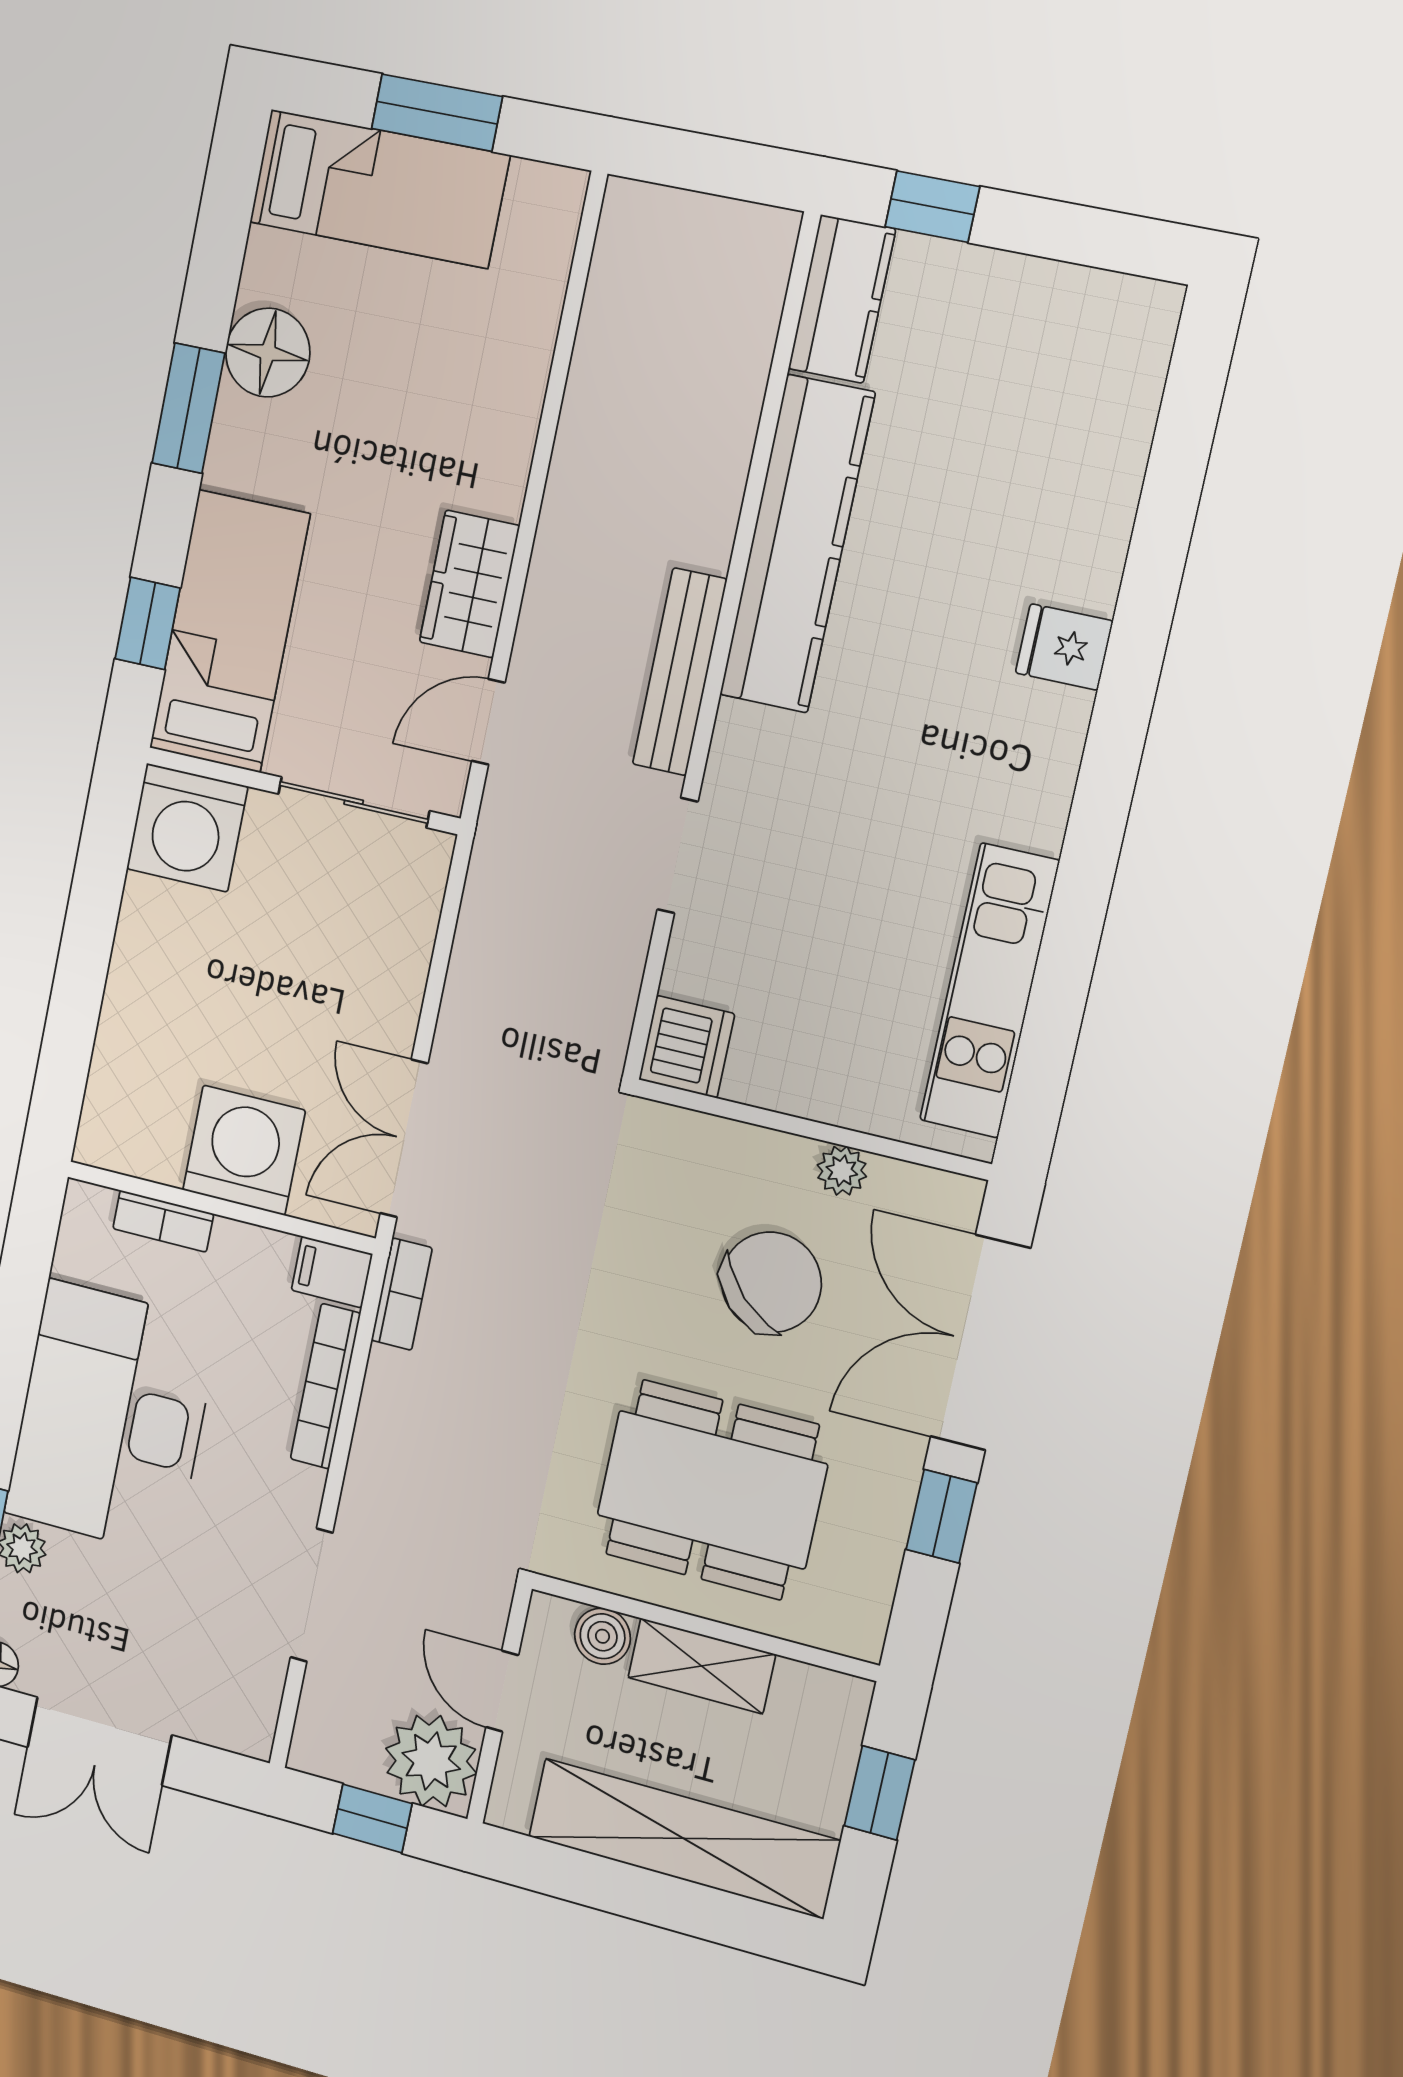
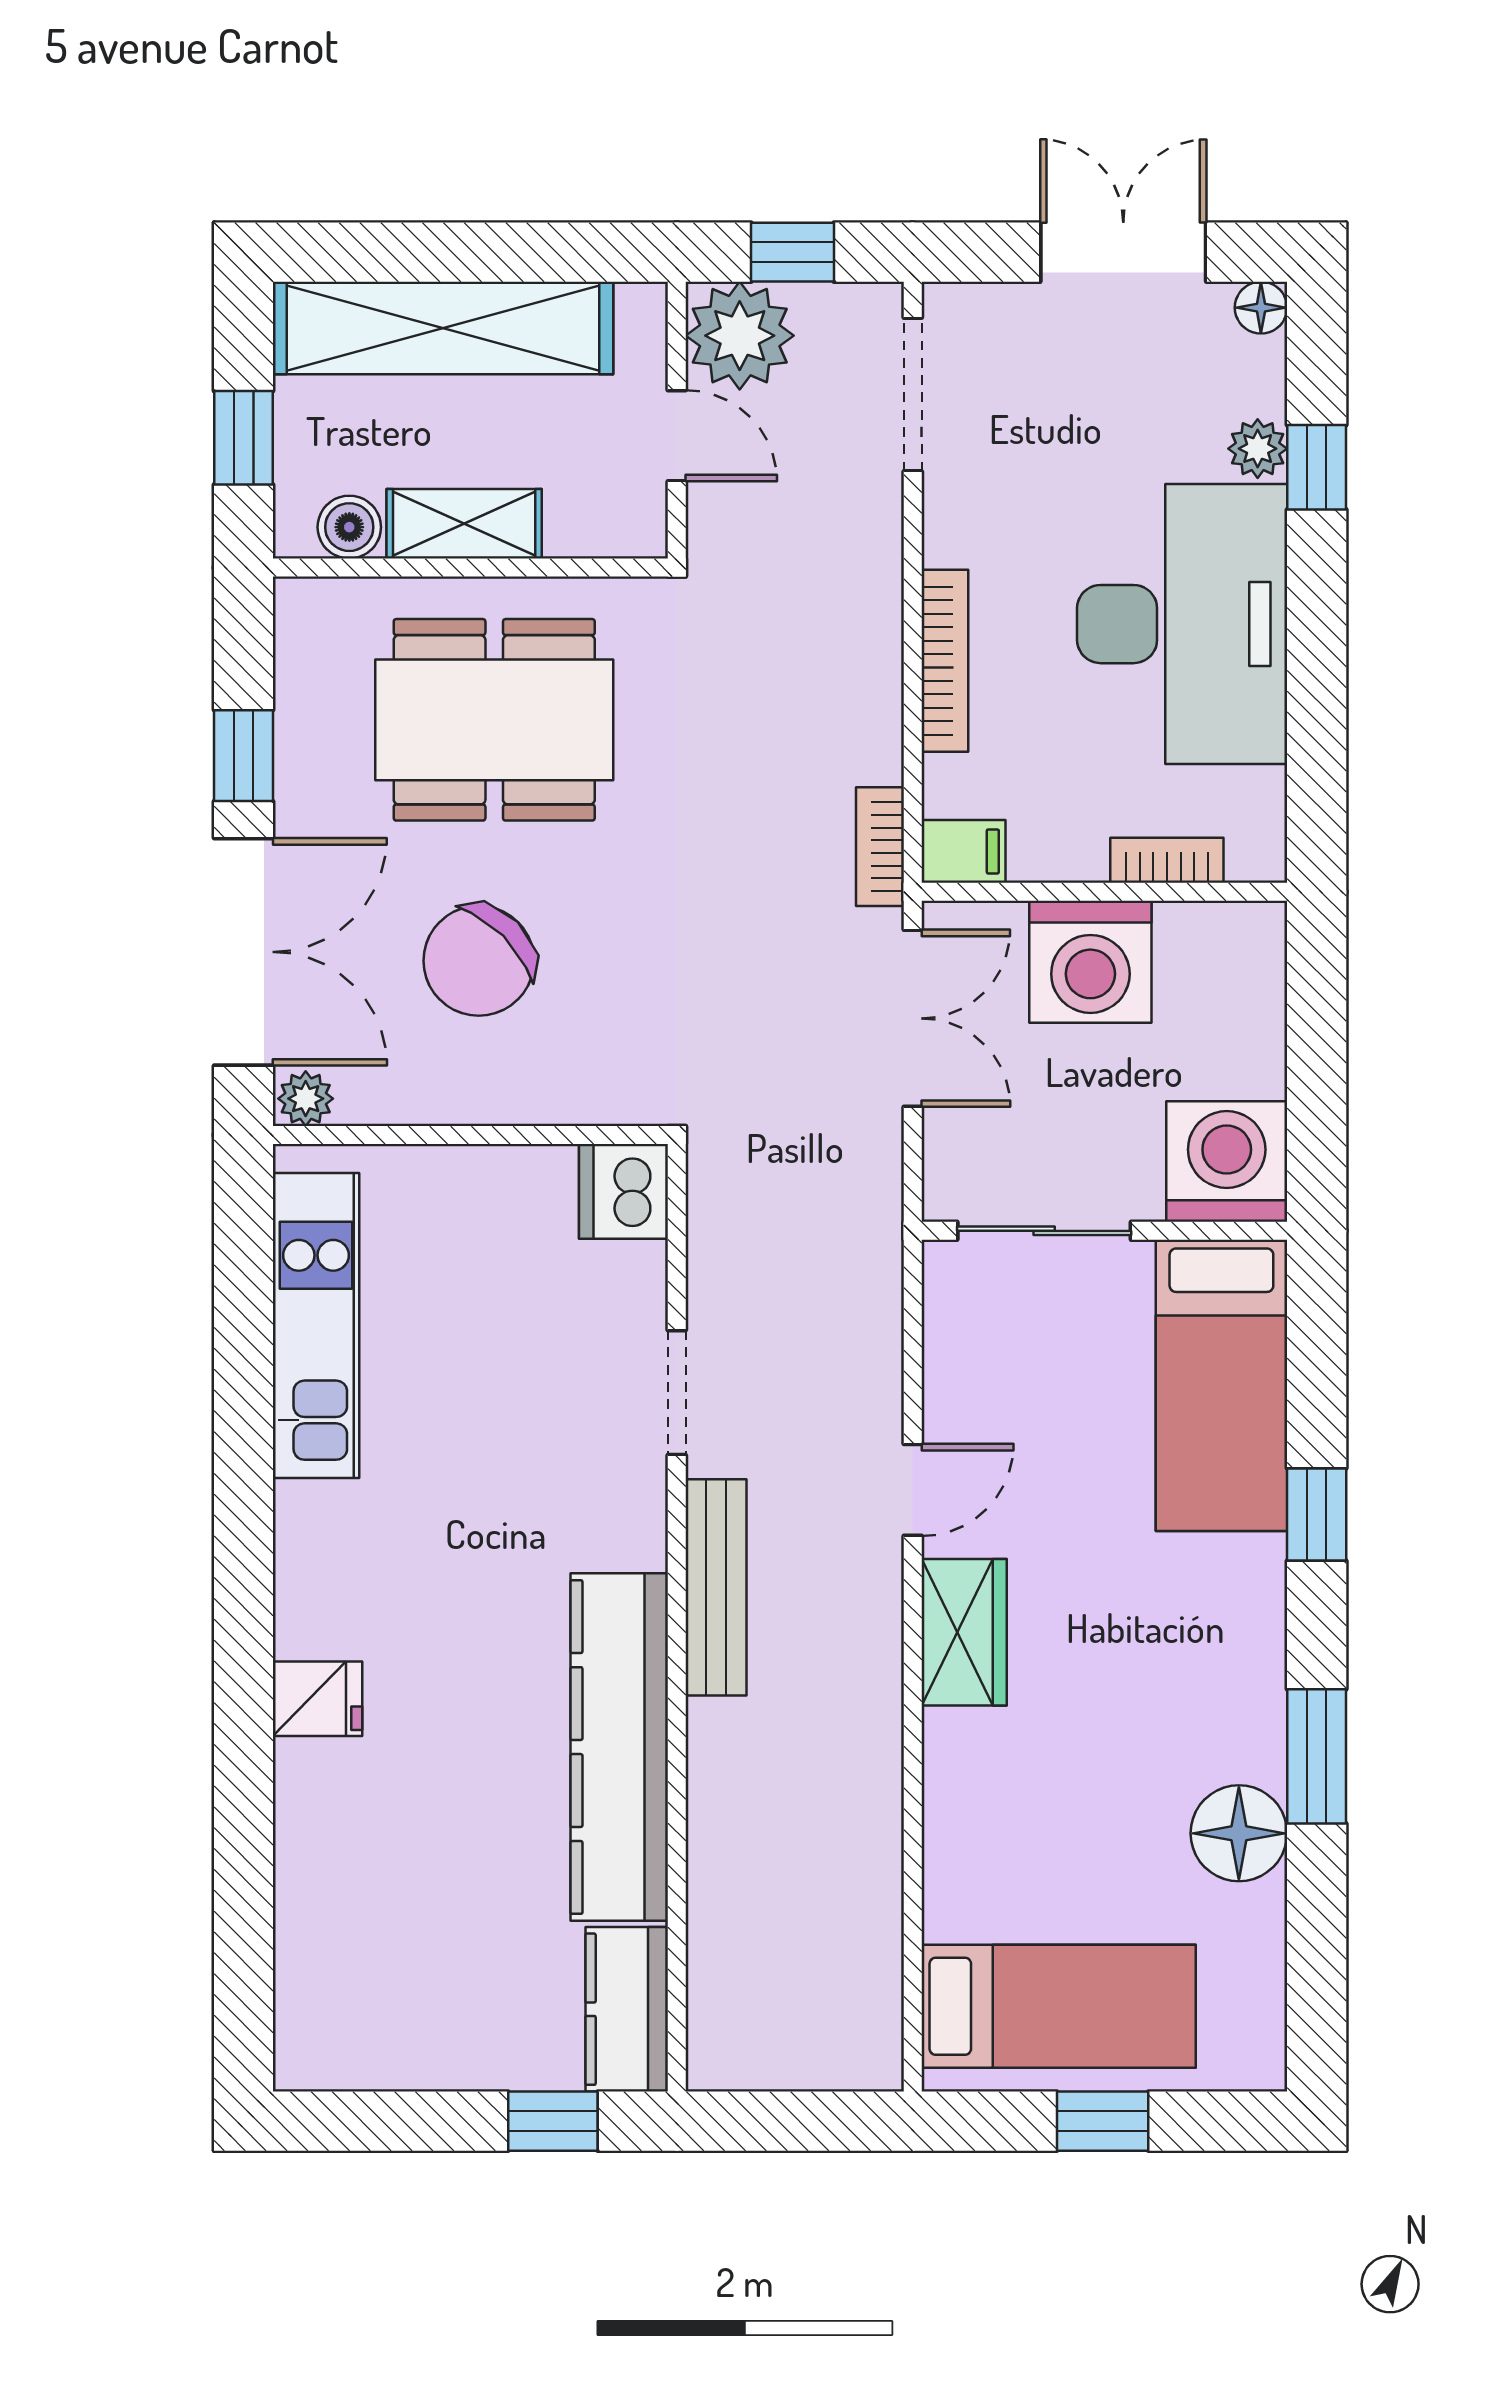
window: (437, 113) -> (1103, 2121), width x0.67
bed: (379, 189) -> (1059, 2006), moved, turned 180
bed: (229, 631) -> (1221, 1385), moved
wall: (302, 791) -> (1104, 1231), moved
sliding door: (354, 802) -> (1044, 1231), moved
washing machine: (187, 828) -> (1227, 1162), moved
plant: (842, 1171) -> (306, 1099), moved
bookcase: (325, 1386) -> (945, 661), moved
doorway: (312, 1595) -> (913, 395), moved
boiler: (602, 1636) -> (349, 527), moved

